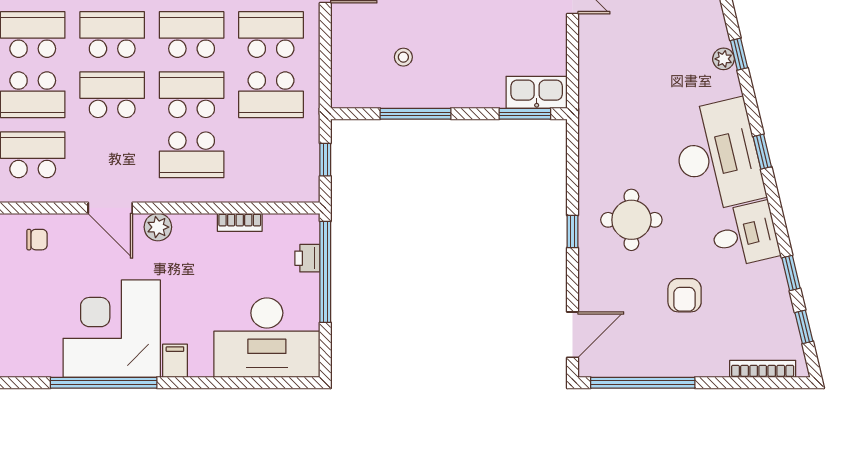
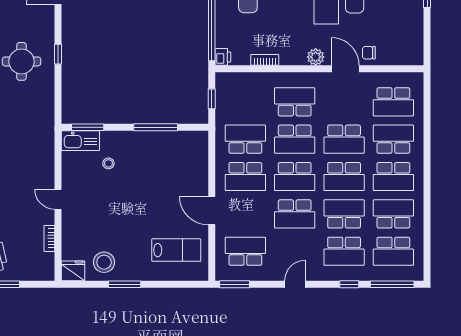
stool: (403, 57) -> (108, 163), moved
chair: (37, 240) -> (369, 53), moved
printer: (307, 258) -> (223, 57), moved

